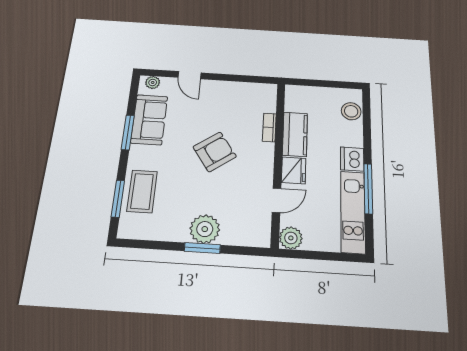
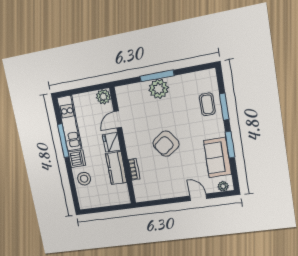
stool: (351, 111) -> (84, 179), moved
coffee table: (142, 191) -> (207, 104), width x0.73, depth x0.77
window: (118, 199) -> (224, 107), moved
window: (202, 248) -> (157, 76), width x1.44

